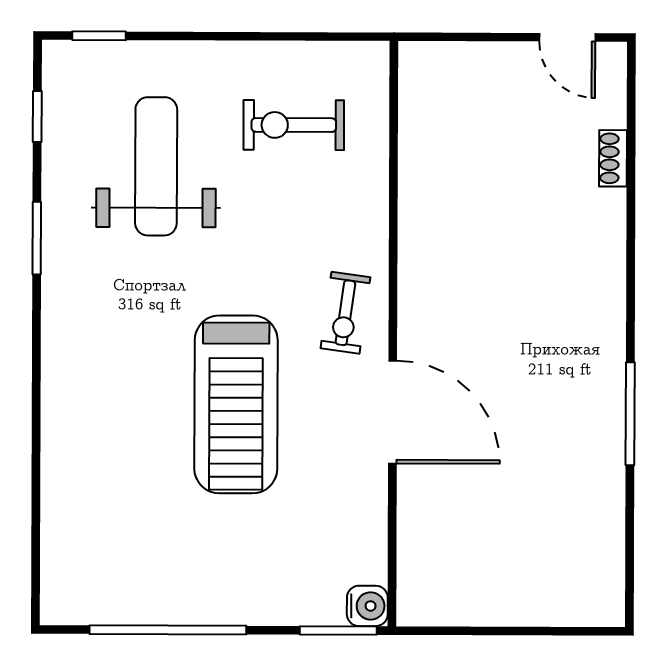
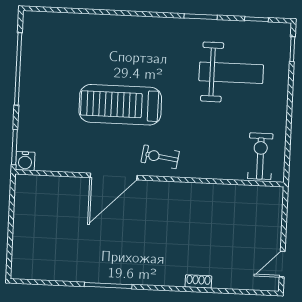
exercise bike: (294, 125) -> (260, 156), moved
shoe rack: (613, 158) -> (198, 281), moved

